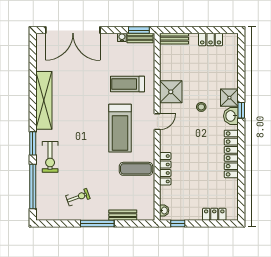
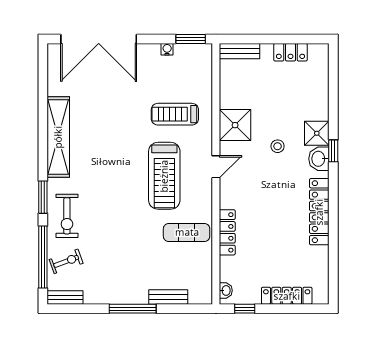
bench: (140, 38) -> (65, 297), moved
exercise bike: (78, 197) -> (66, 261), moved
locker: (214, 214) -> (287, 296), width x1.53

